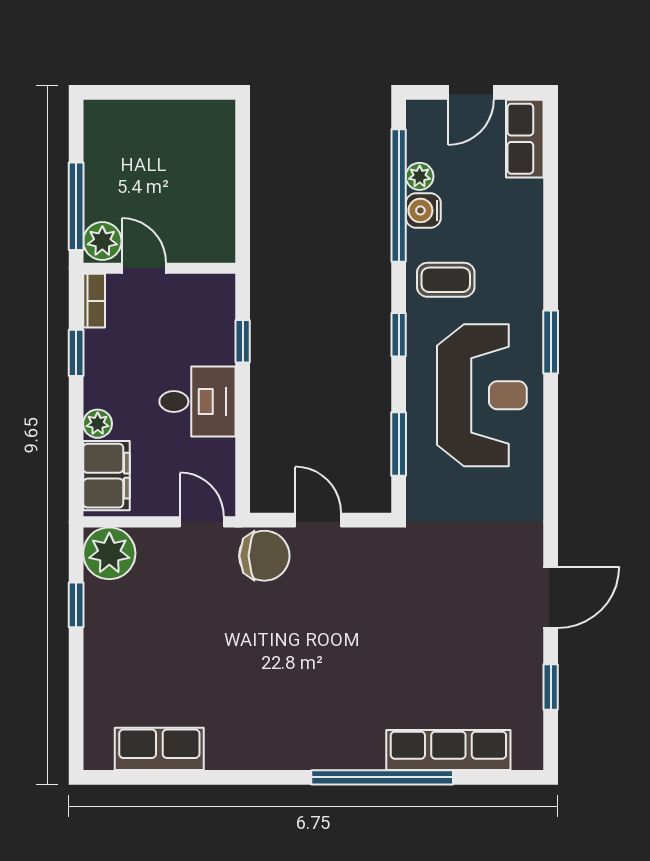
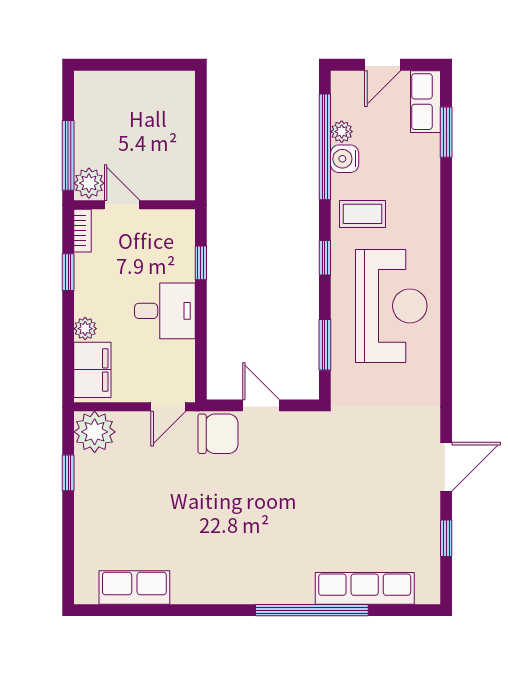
window: (551, 342) -> (446, 132), moved
door: (202, 522) -> (168, 407), swing flipped

